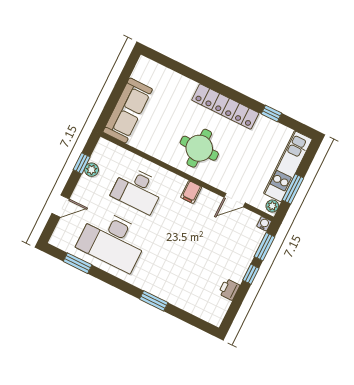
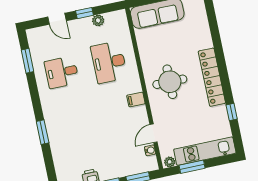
window: (82, 163) -> (84, 13), moved
door: (235, 200) -> (154, 133), hinge flipped
water cooler: (264, 224) -> (150, 150), moved
desk: (113, 240) -> (62, 72), width x0.53, depth x0.77

